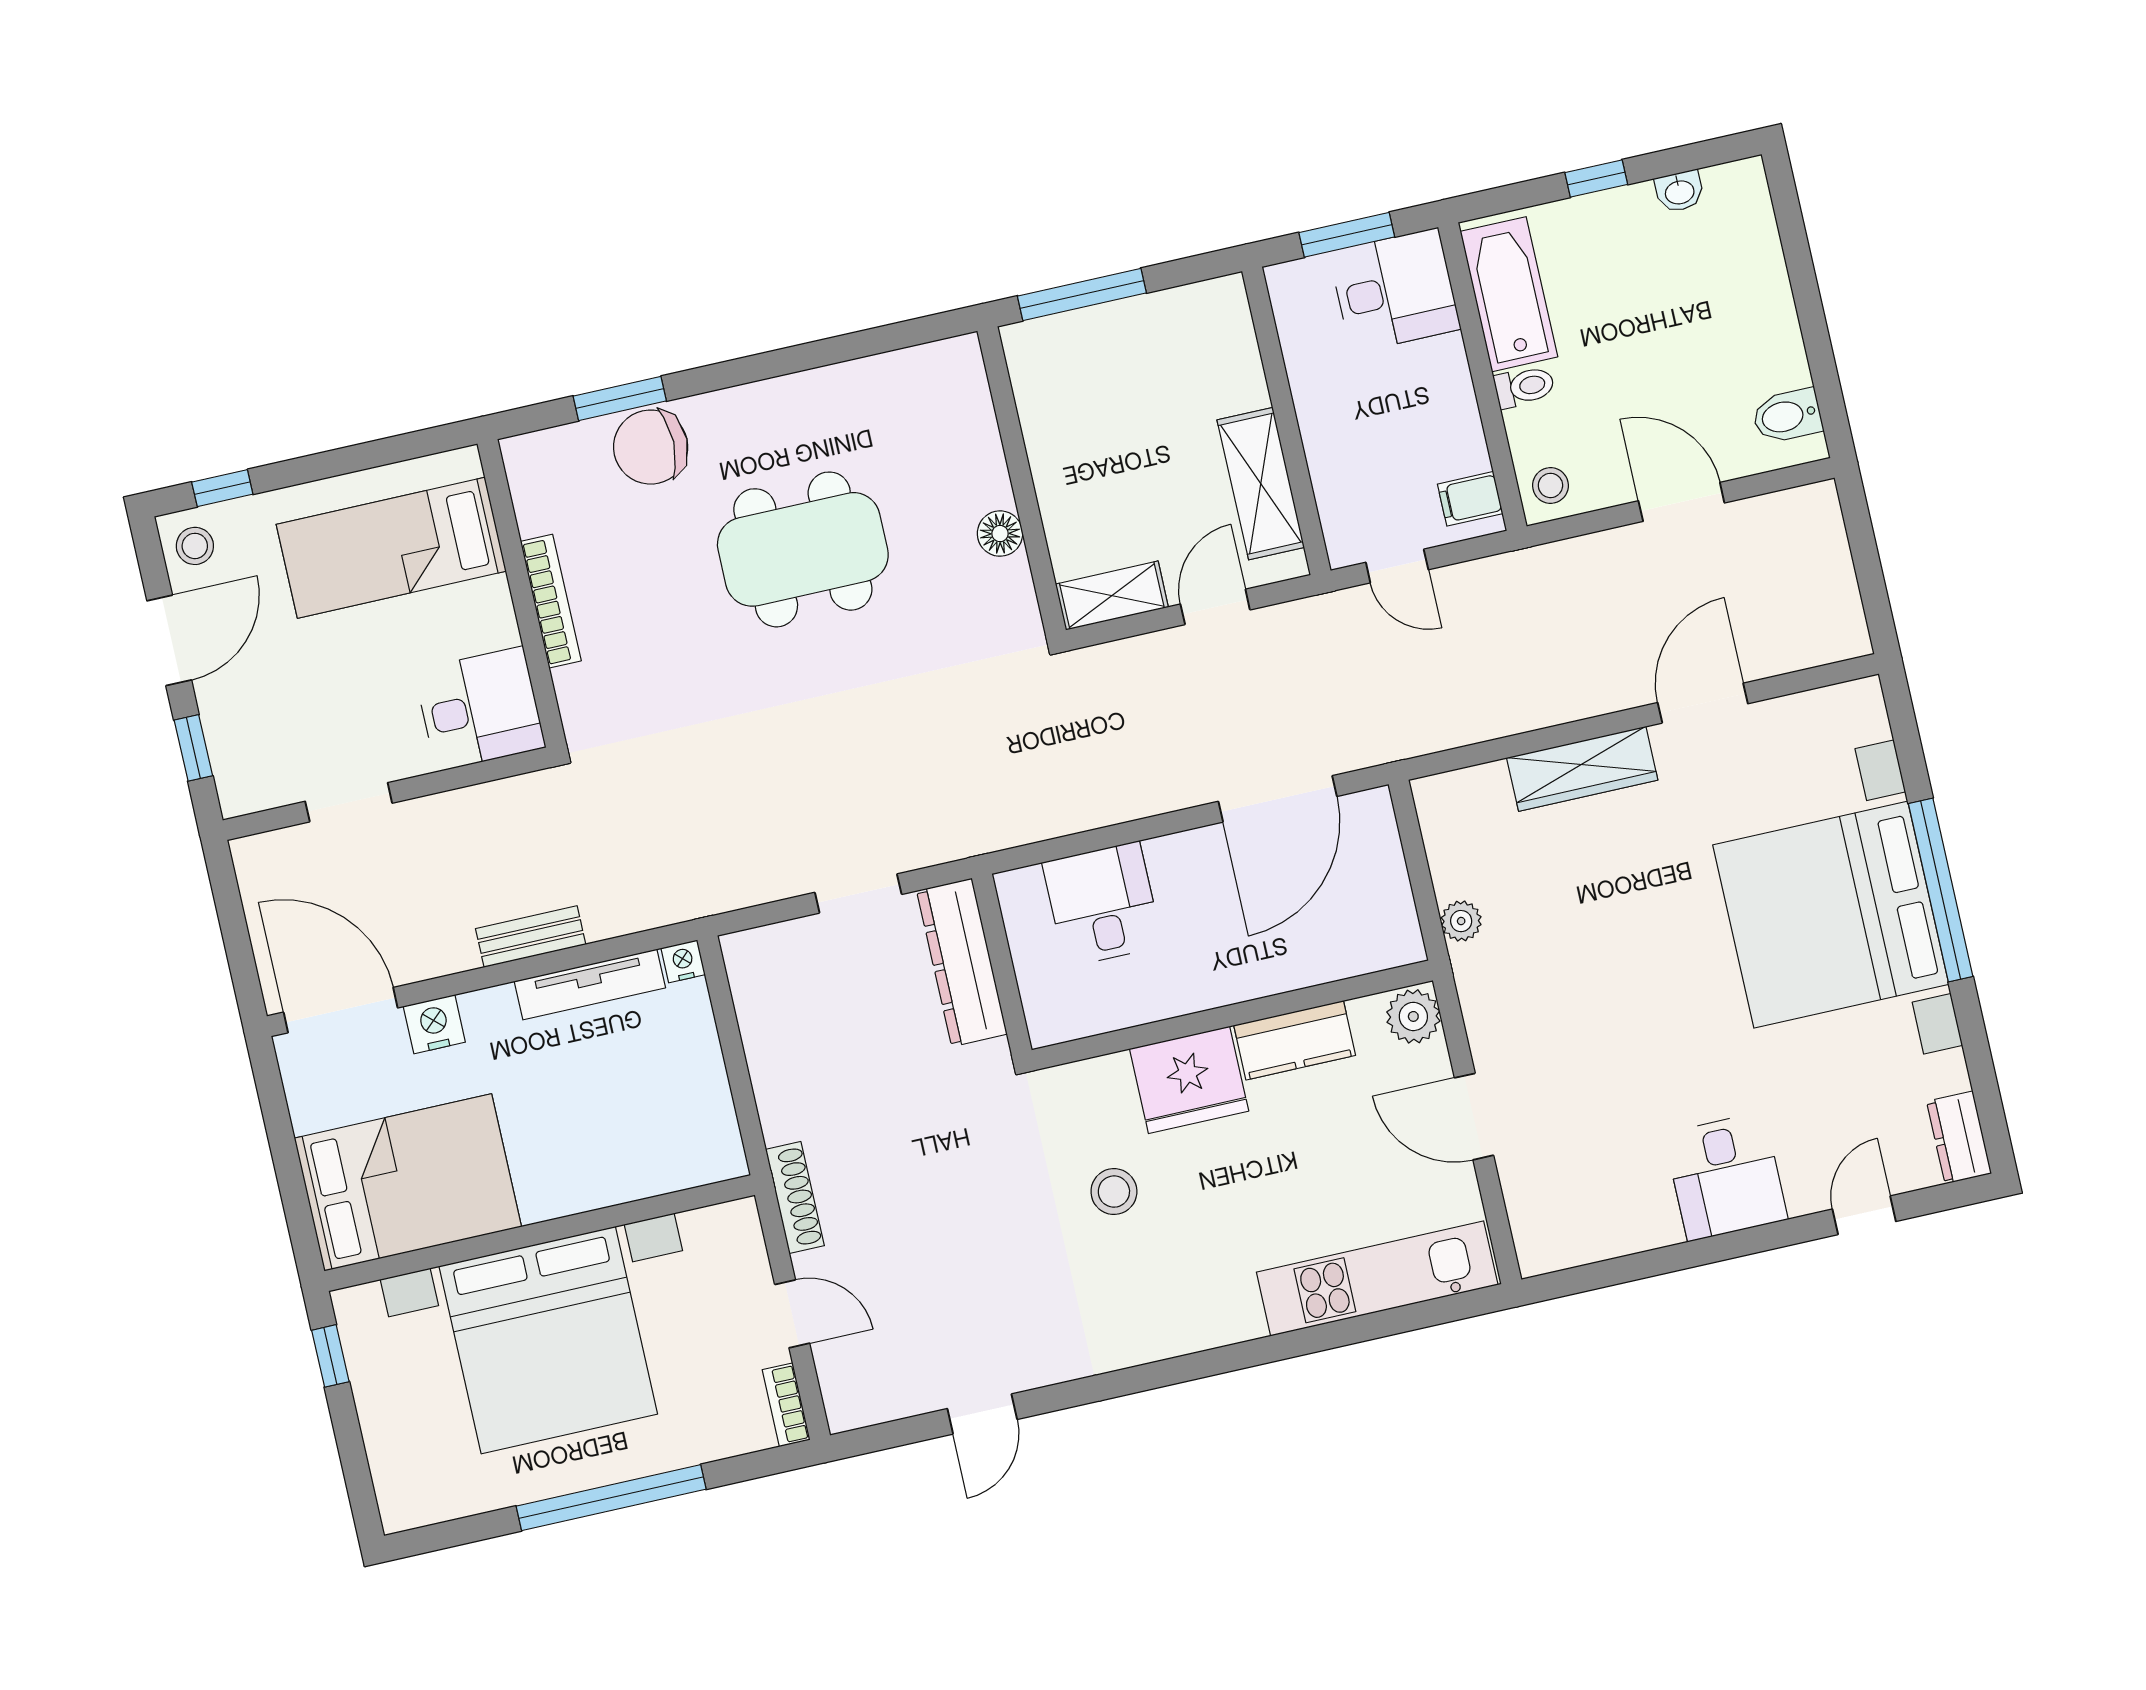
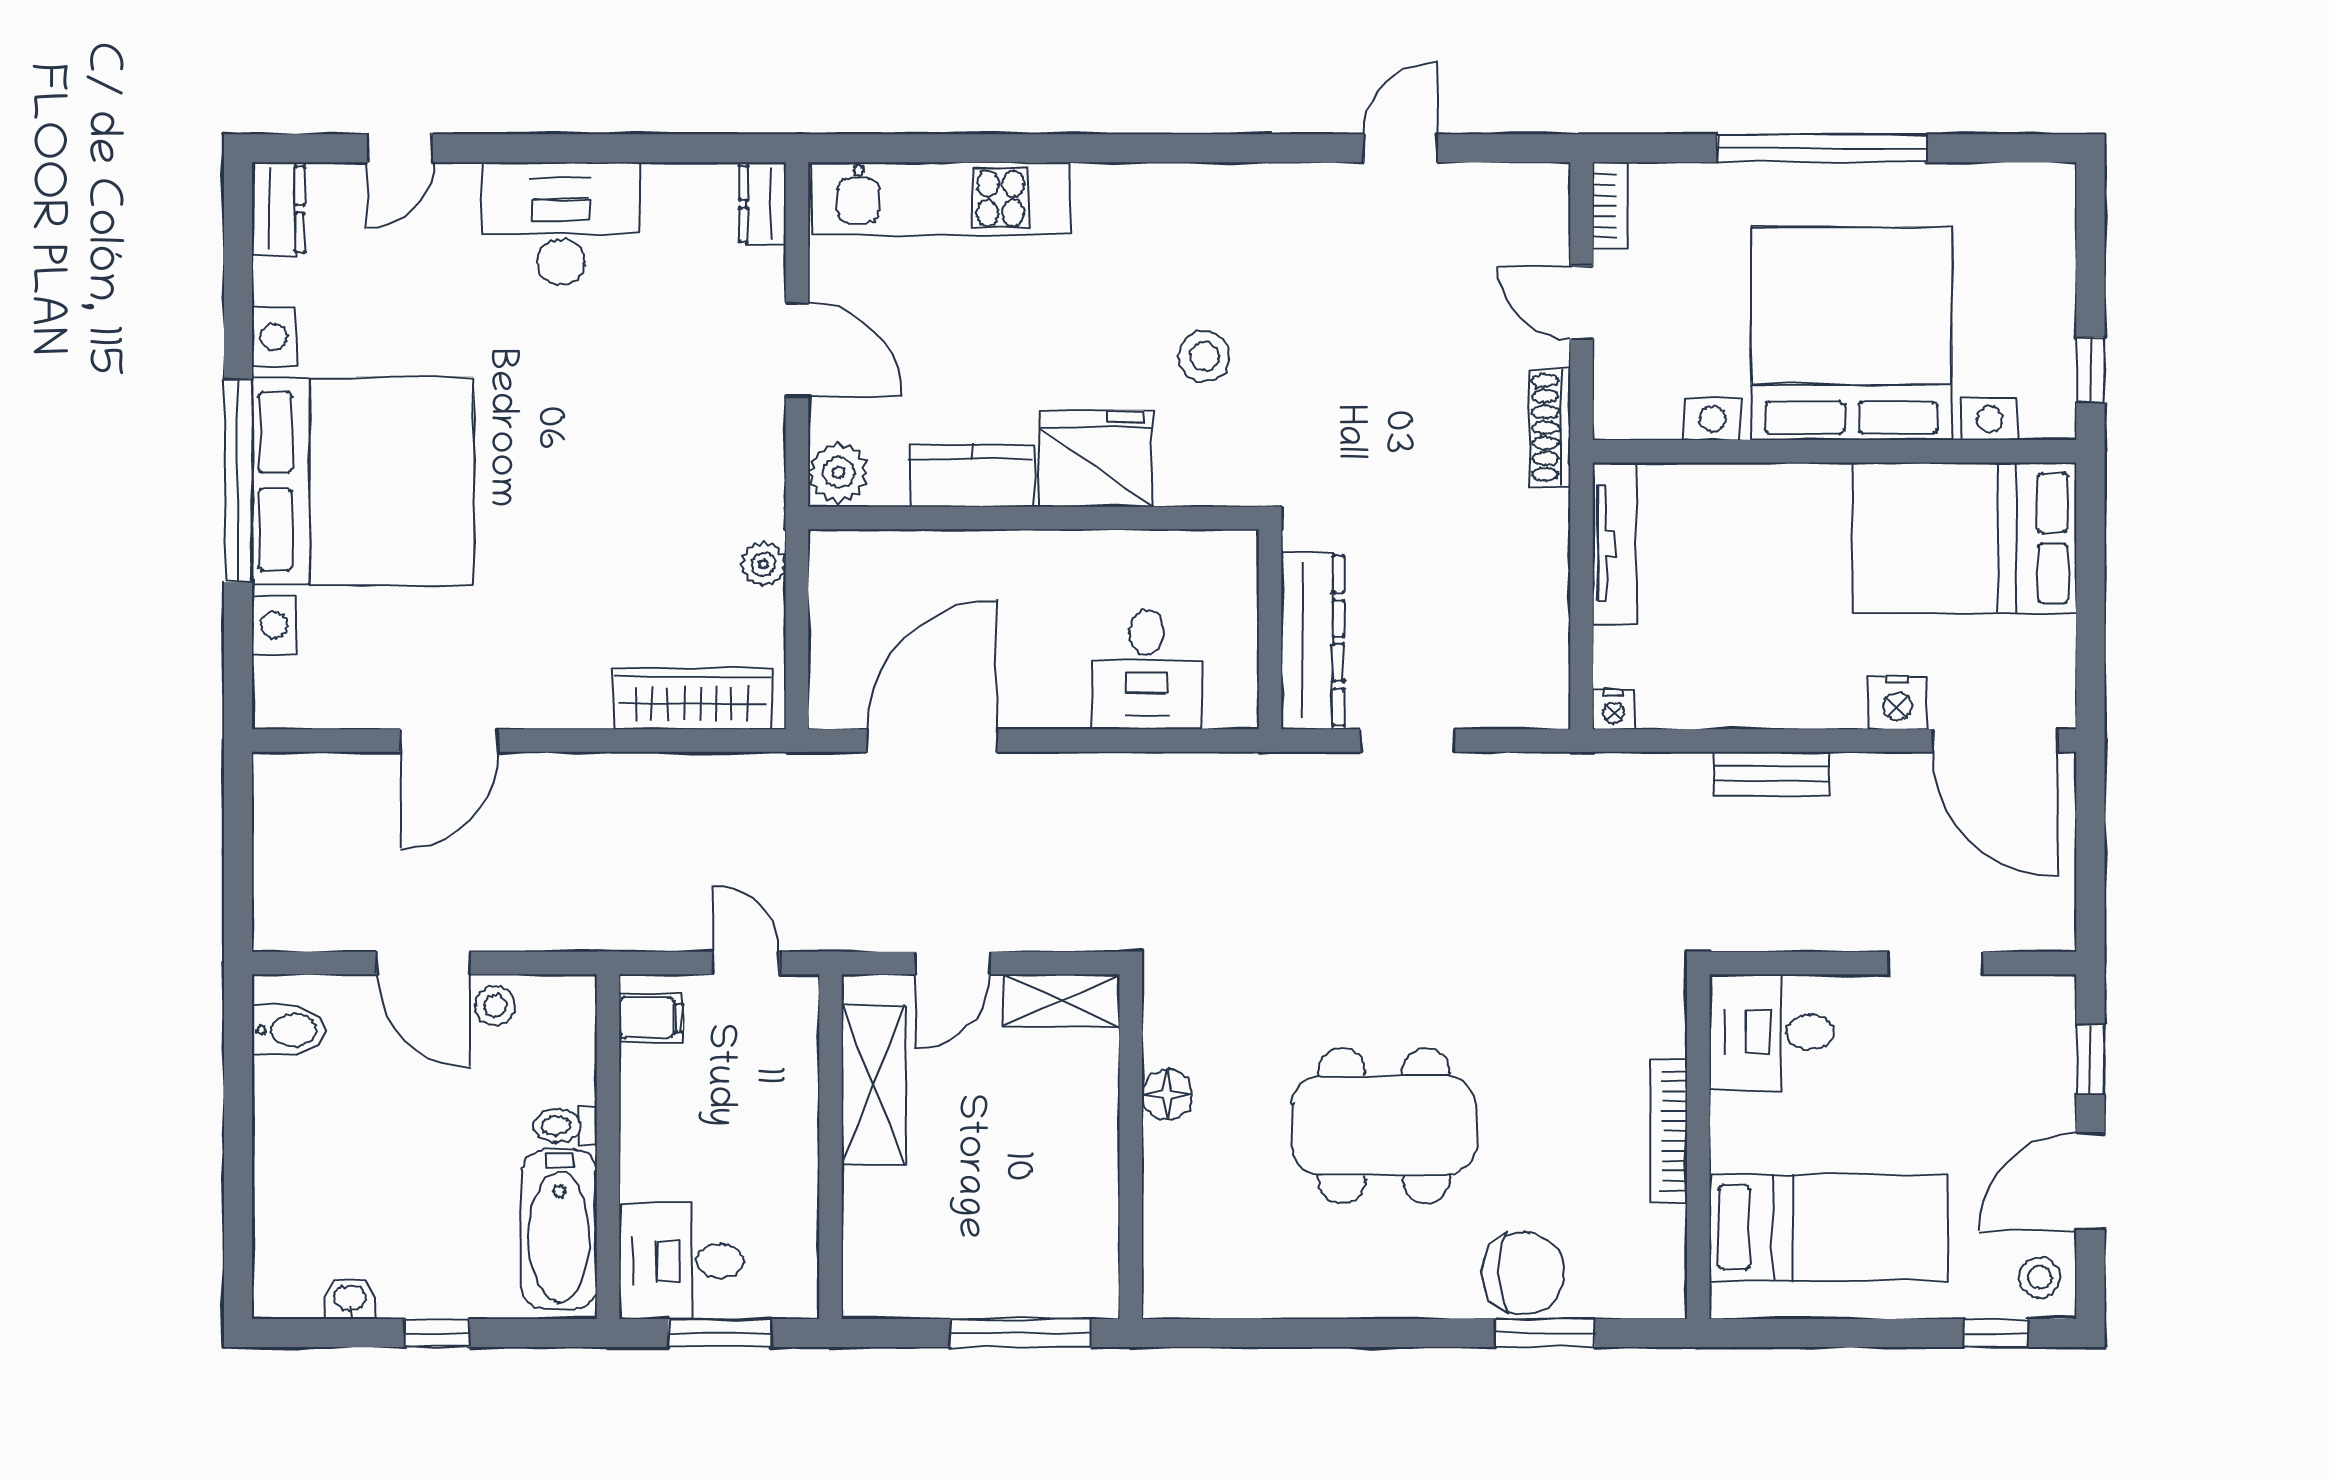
stool: (1550, 485) -> (495, 1006), moved
wardrobe: (1582, 769) -> (692, 699), moved
tv unit: (590, 985) -> (1614, 544), moved, turned 90
desk: (1726, 1176) -> (561, 224), width x1.37
dresser: (1533, 1238) -> (762, 204), added

